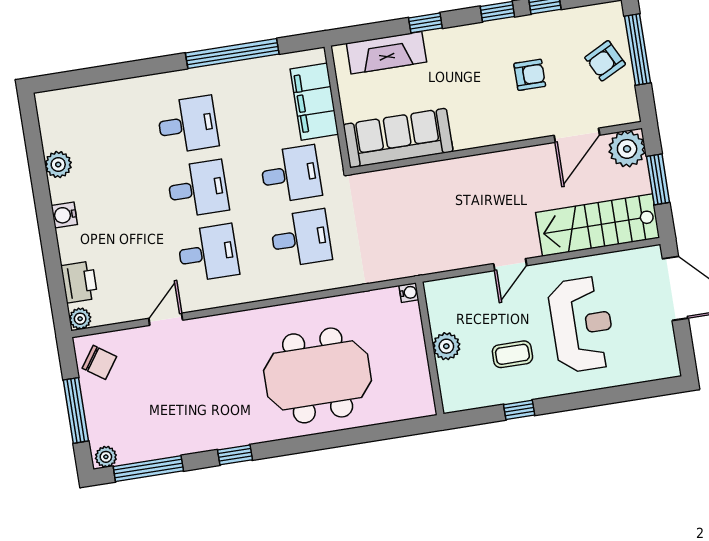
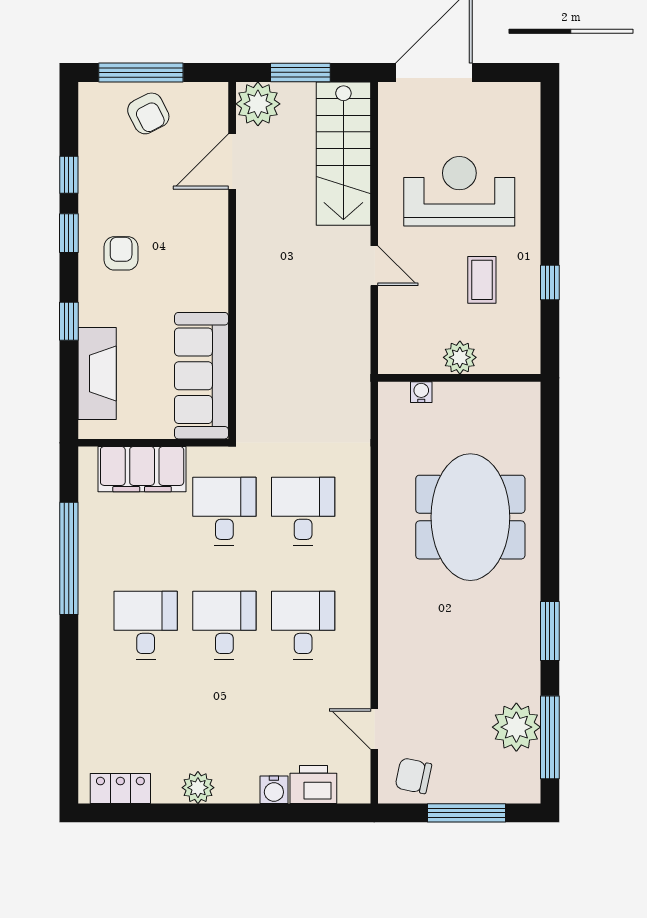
armchair: (530, 75) -> (121, 253), moved
locker: (51, 125) -> (120, 789), added
door: (577, 135) -> (232, 161), swing flipped
plant: (58, 165) -> (198, 788), moved
water cooler: (64, 215) -> (274, 790), moved
water cooler: (409, 293) -> (421, 392), moved
plant: (80, 319) -> (357, 791), removed
door: (166, 319) -> (374, 729), moved
chair: (99, 362) -> (413, 776), turned -113
window: (235, 455) -> (550, 631), width x1.50
plant: (106, 457) -> (516, 727), moved, width x1.88, depth x1.88

